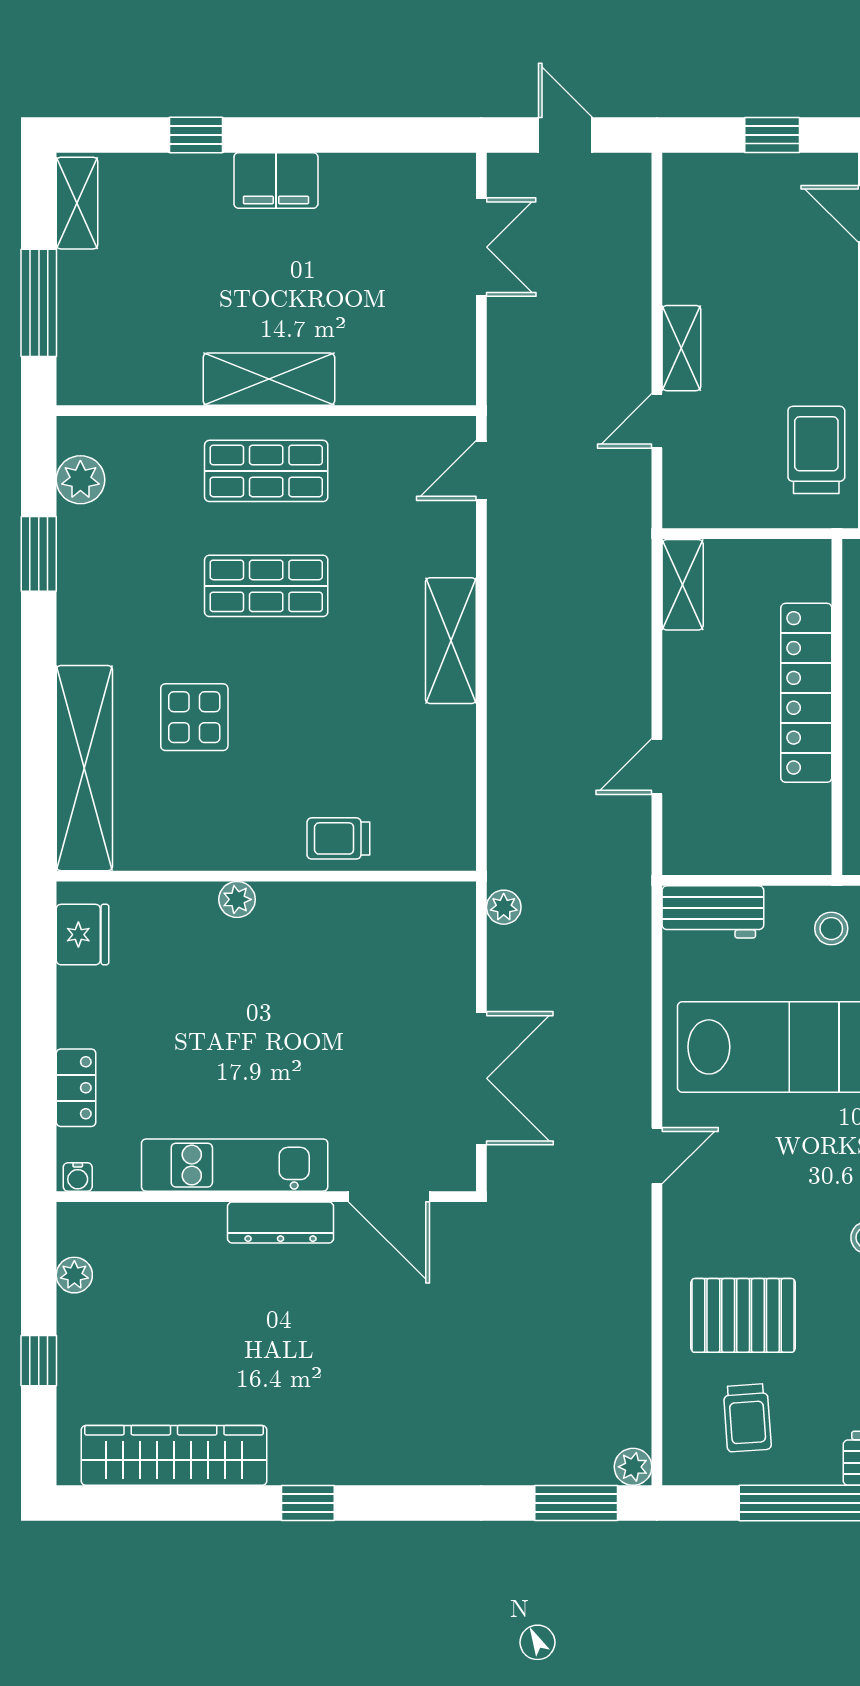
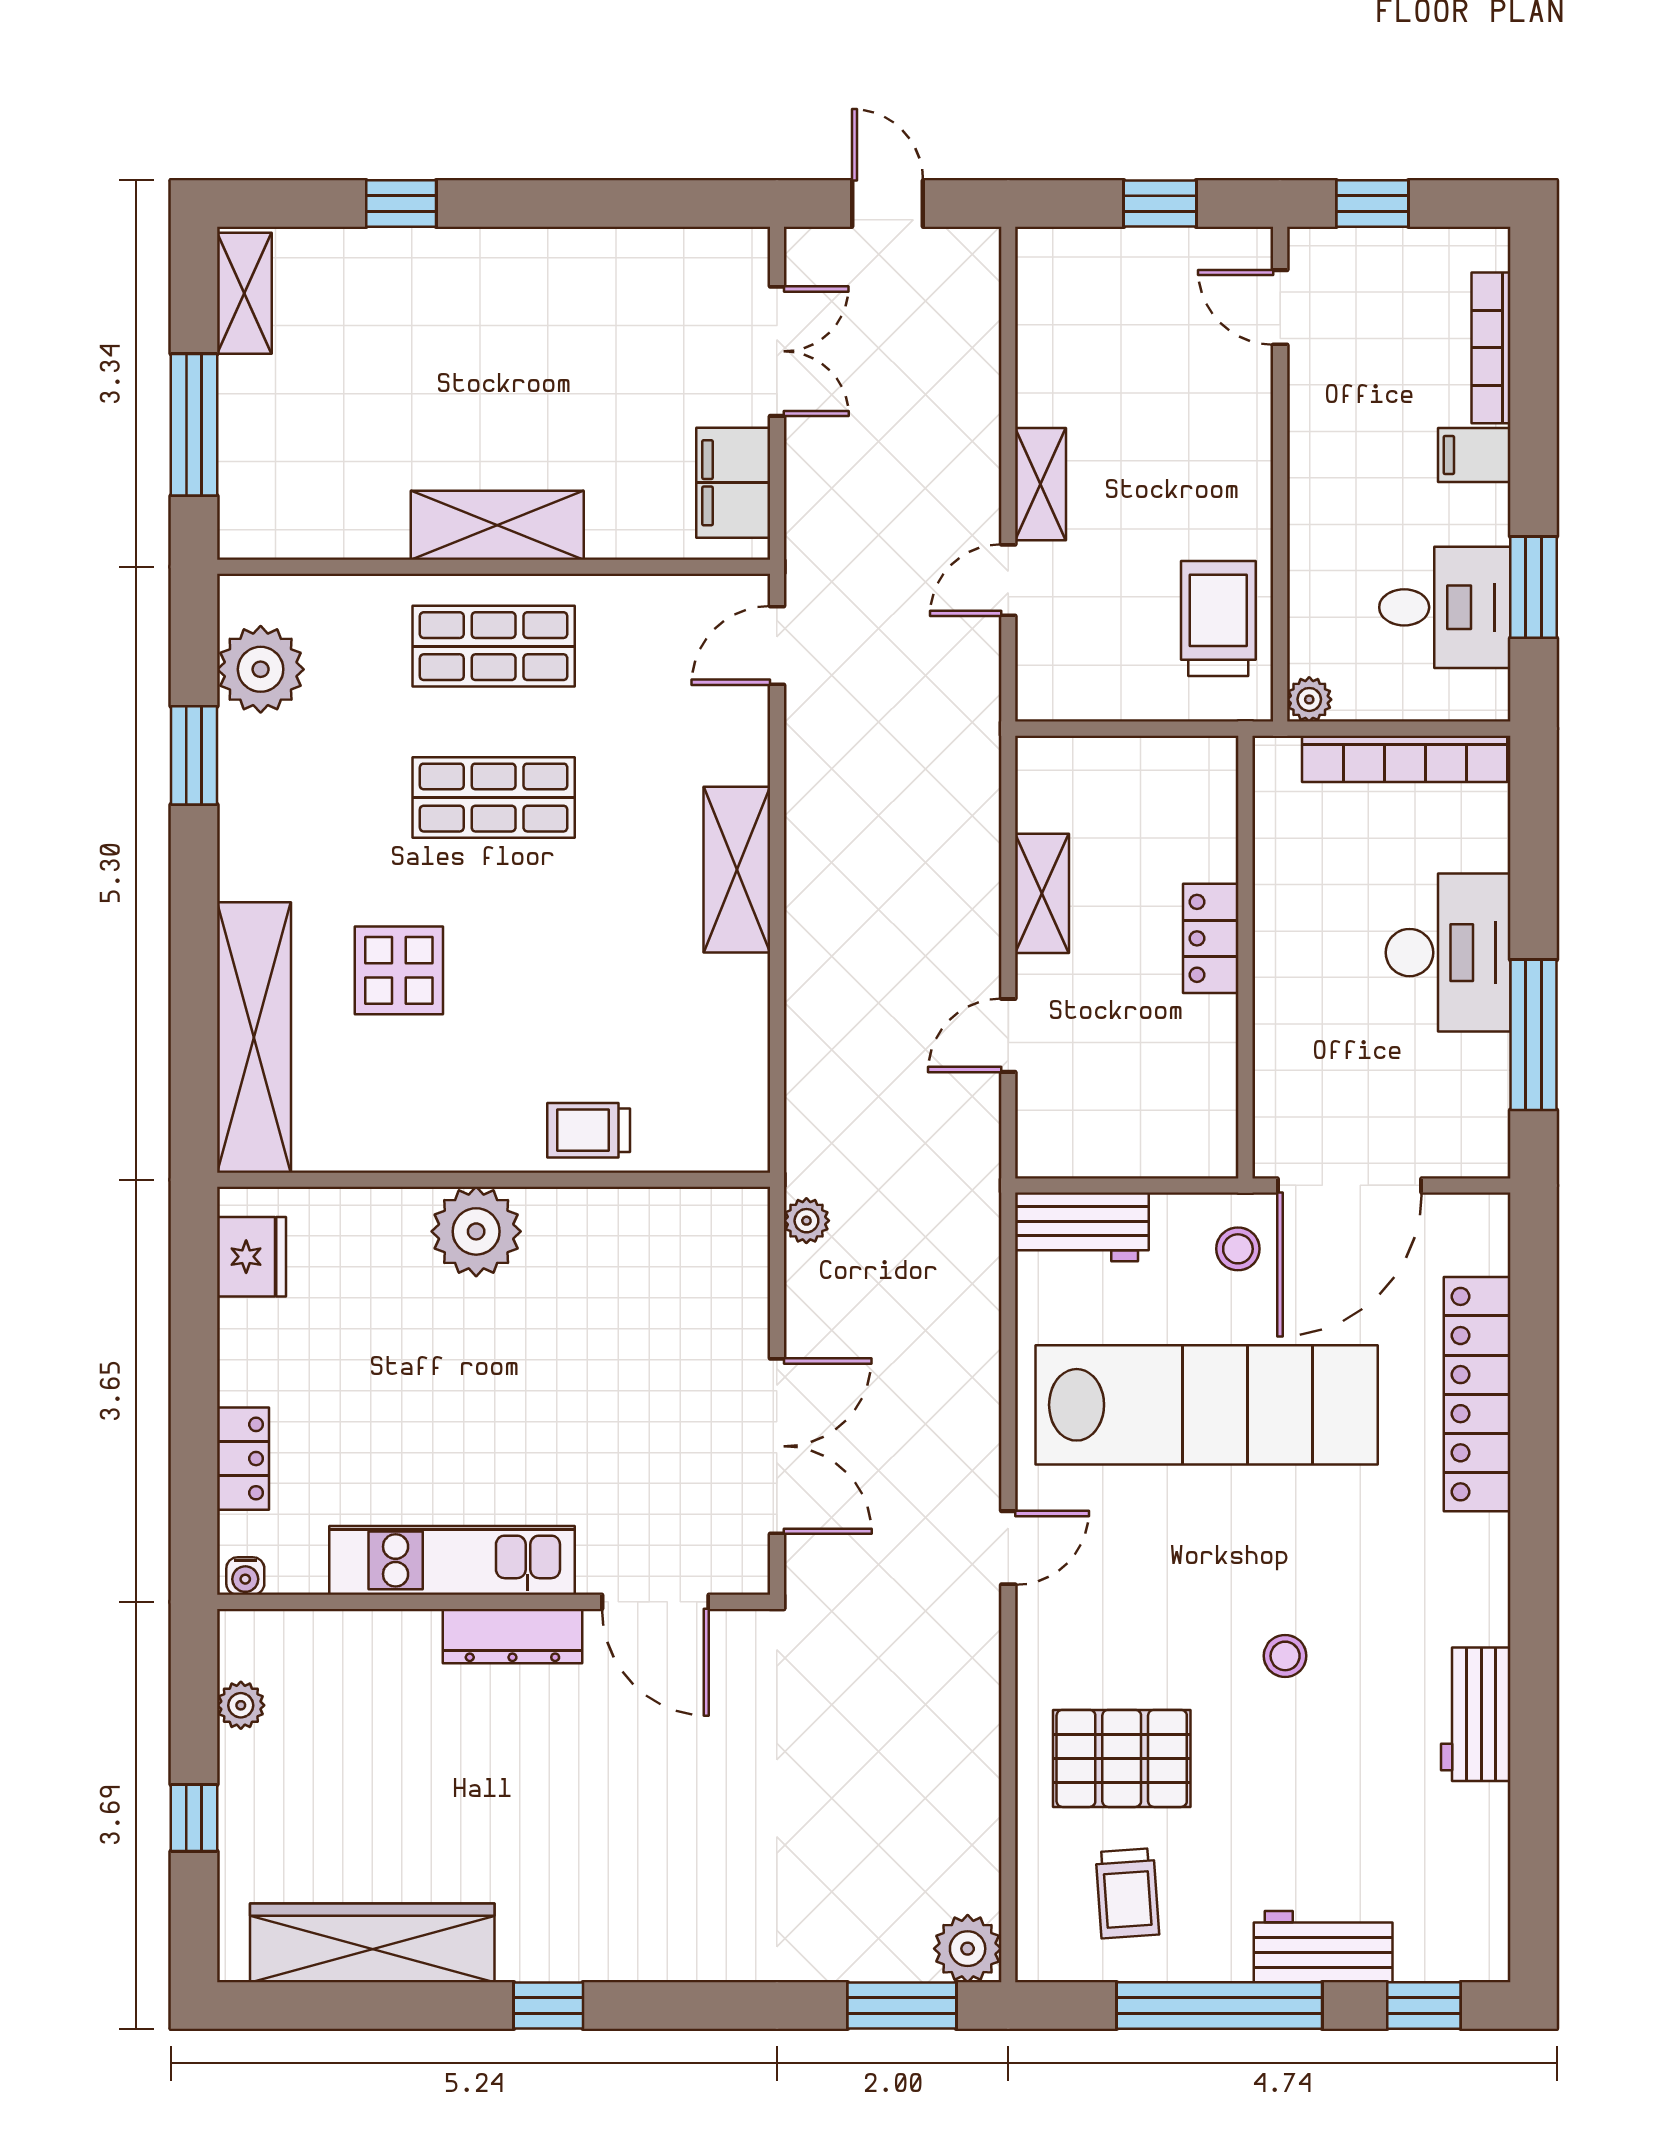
filing cabinet: (276, 180) -> (733, 483), moved, turned 90
plant: (80, 480) -> (261, 669), width x1.36, depth x1.36
shelving: (683, 585) -> (1042, 893), moved
locker: (806, 693) -> (1211, 938), width x0.46, depth x0.83
plant: (237, 899) -> (476, 1231), width x1.88, depth x1.88
plant: (633, 1467) -> (968, 1949), width x1.38, depth x1.38

